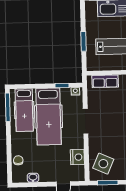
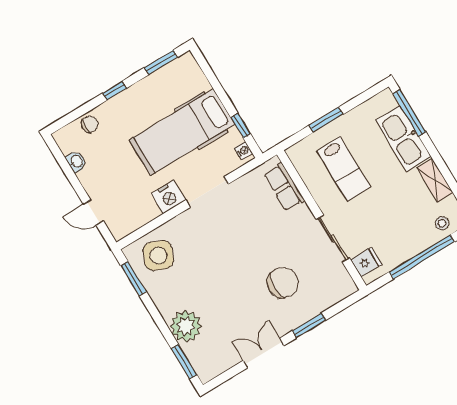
window: (8, 107) -> (161, 62), width x0.69
hospital bed: (24, 110) -> (171, 90), removed
window: (9, 138) -> (115, 91), added
nightstand: (77, 157) -> (168, 197), moved

